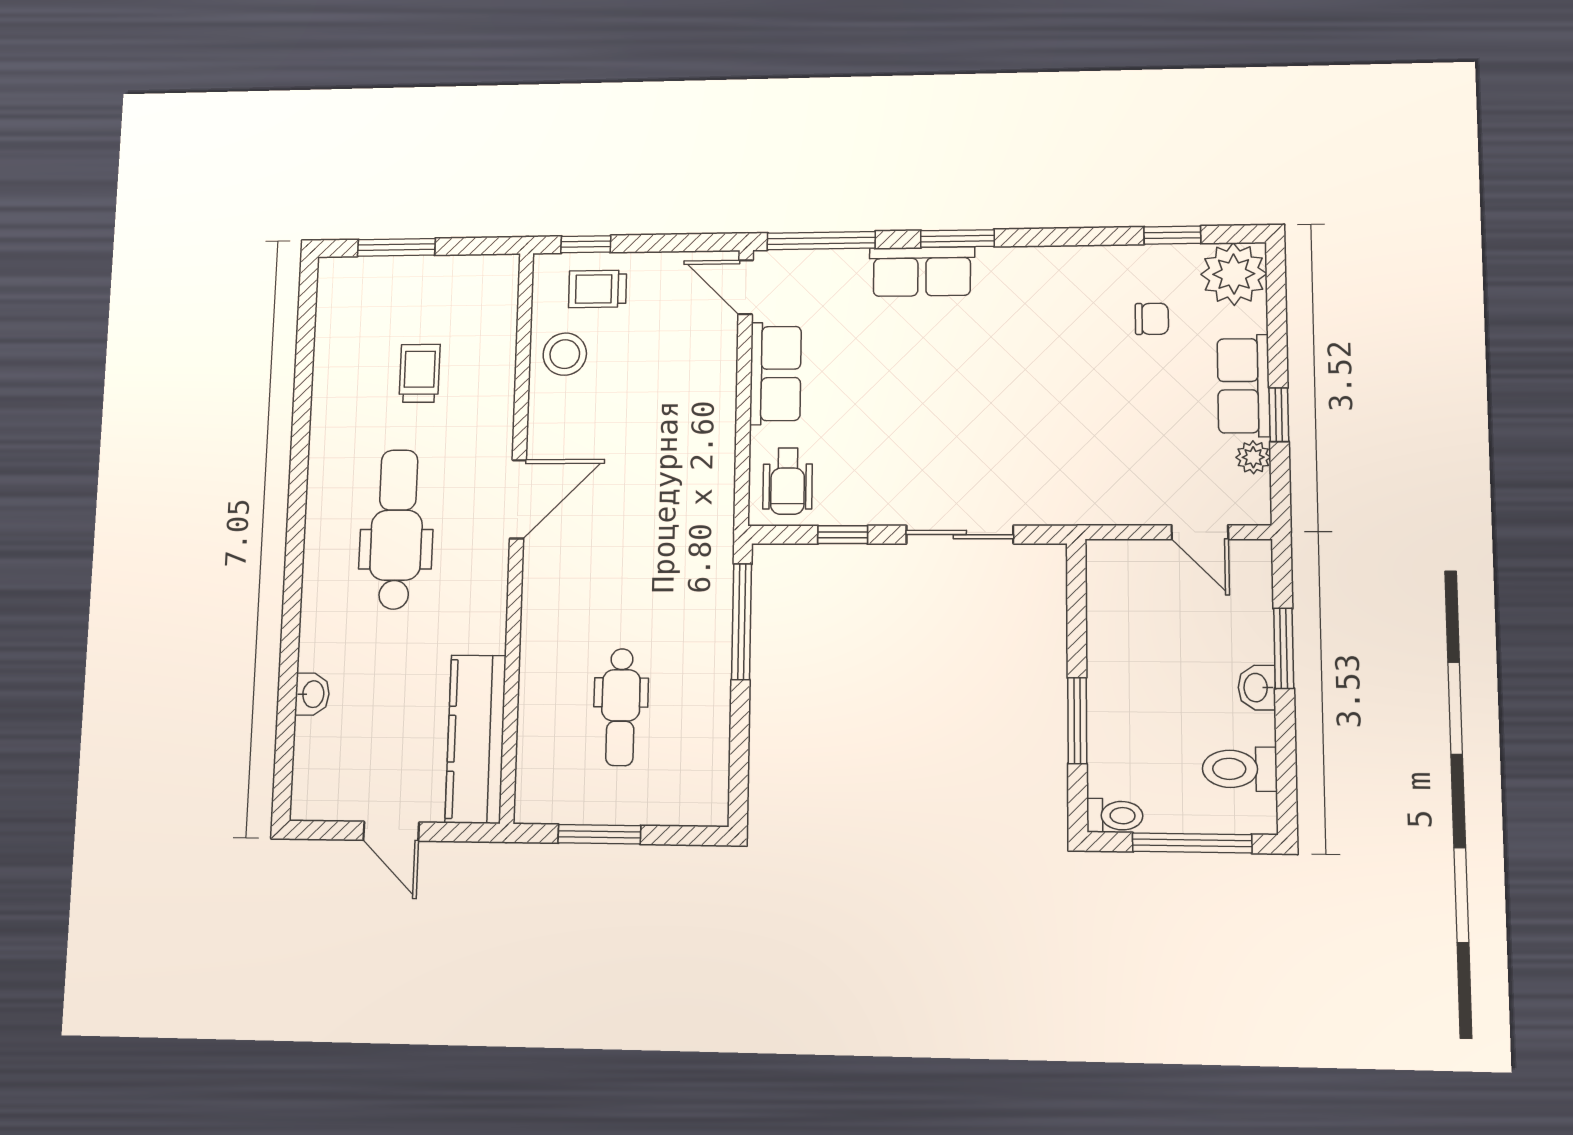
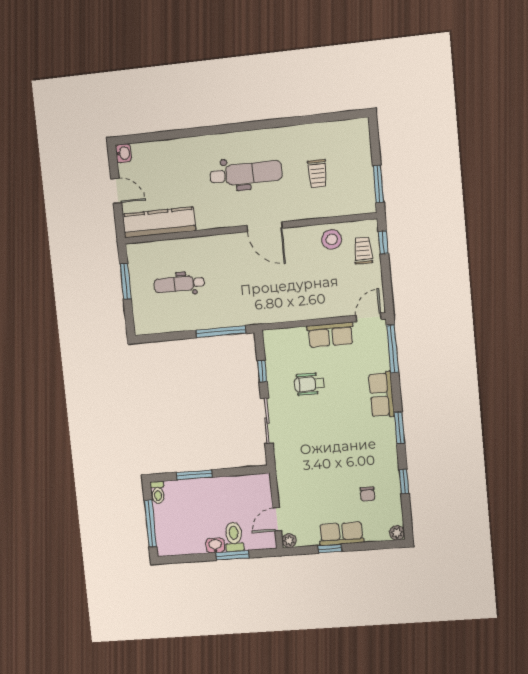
window: (1172, 235) -> (404, 482), moved
window: (957, 238) -> (399, 428), moved
window: (396, 247) -> (378, 184), moved
plant: (1234, 274) -> (397, 533), width x0.53, depth x0.53
trolley: (420, 373) -> (318, 174), turned 90
plant: (1253, 457) -> (289, 541), moved
wheelchair: (788, 481) -> (309, 384), moved
washbasin: (312, 694) -> (123, 153), moved, turned -90
toilet: (1240, 769) -> (234, 537), moved
door: (391, 831) -> (116, 191), swing flipped

